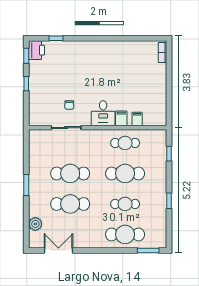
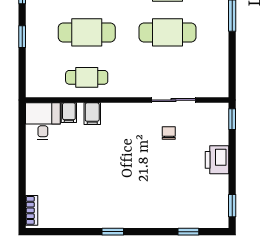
window: (107, 38) -> (113, 232), added
printer: (37, 50) -> (217, 160), moved
window: (26, 84) -> (232, 119), moved
desk: (103, 113) -> (43, 121), moved
window: (169, 154) -> (22, 37), moved

